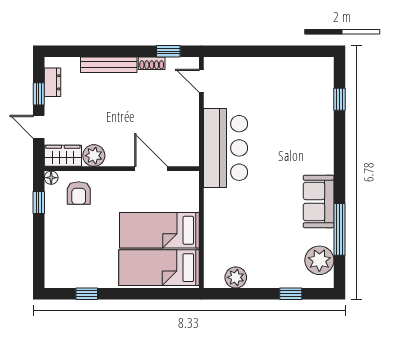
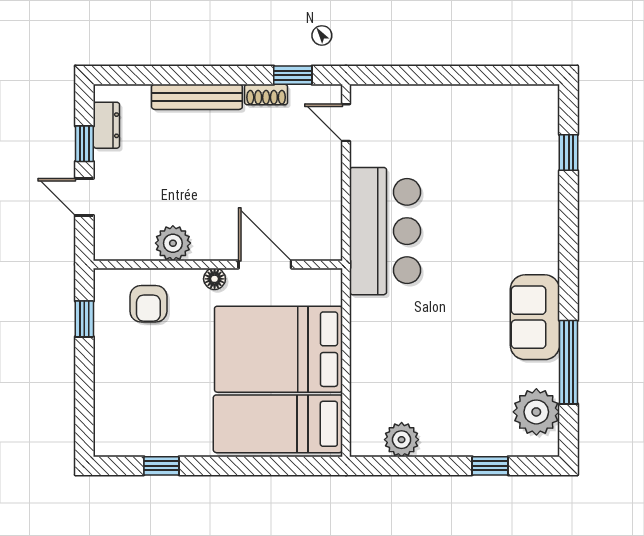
wardrobe: (63, 156) -> (123, 244), removed
floor lamp: (51, 178) -> (215, 279), moved
bed: (159, 230) -> (278, 349), width x1.50

